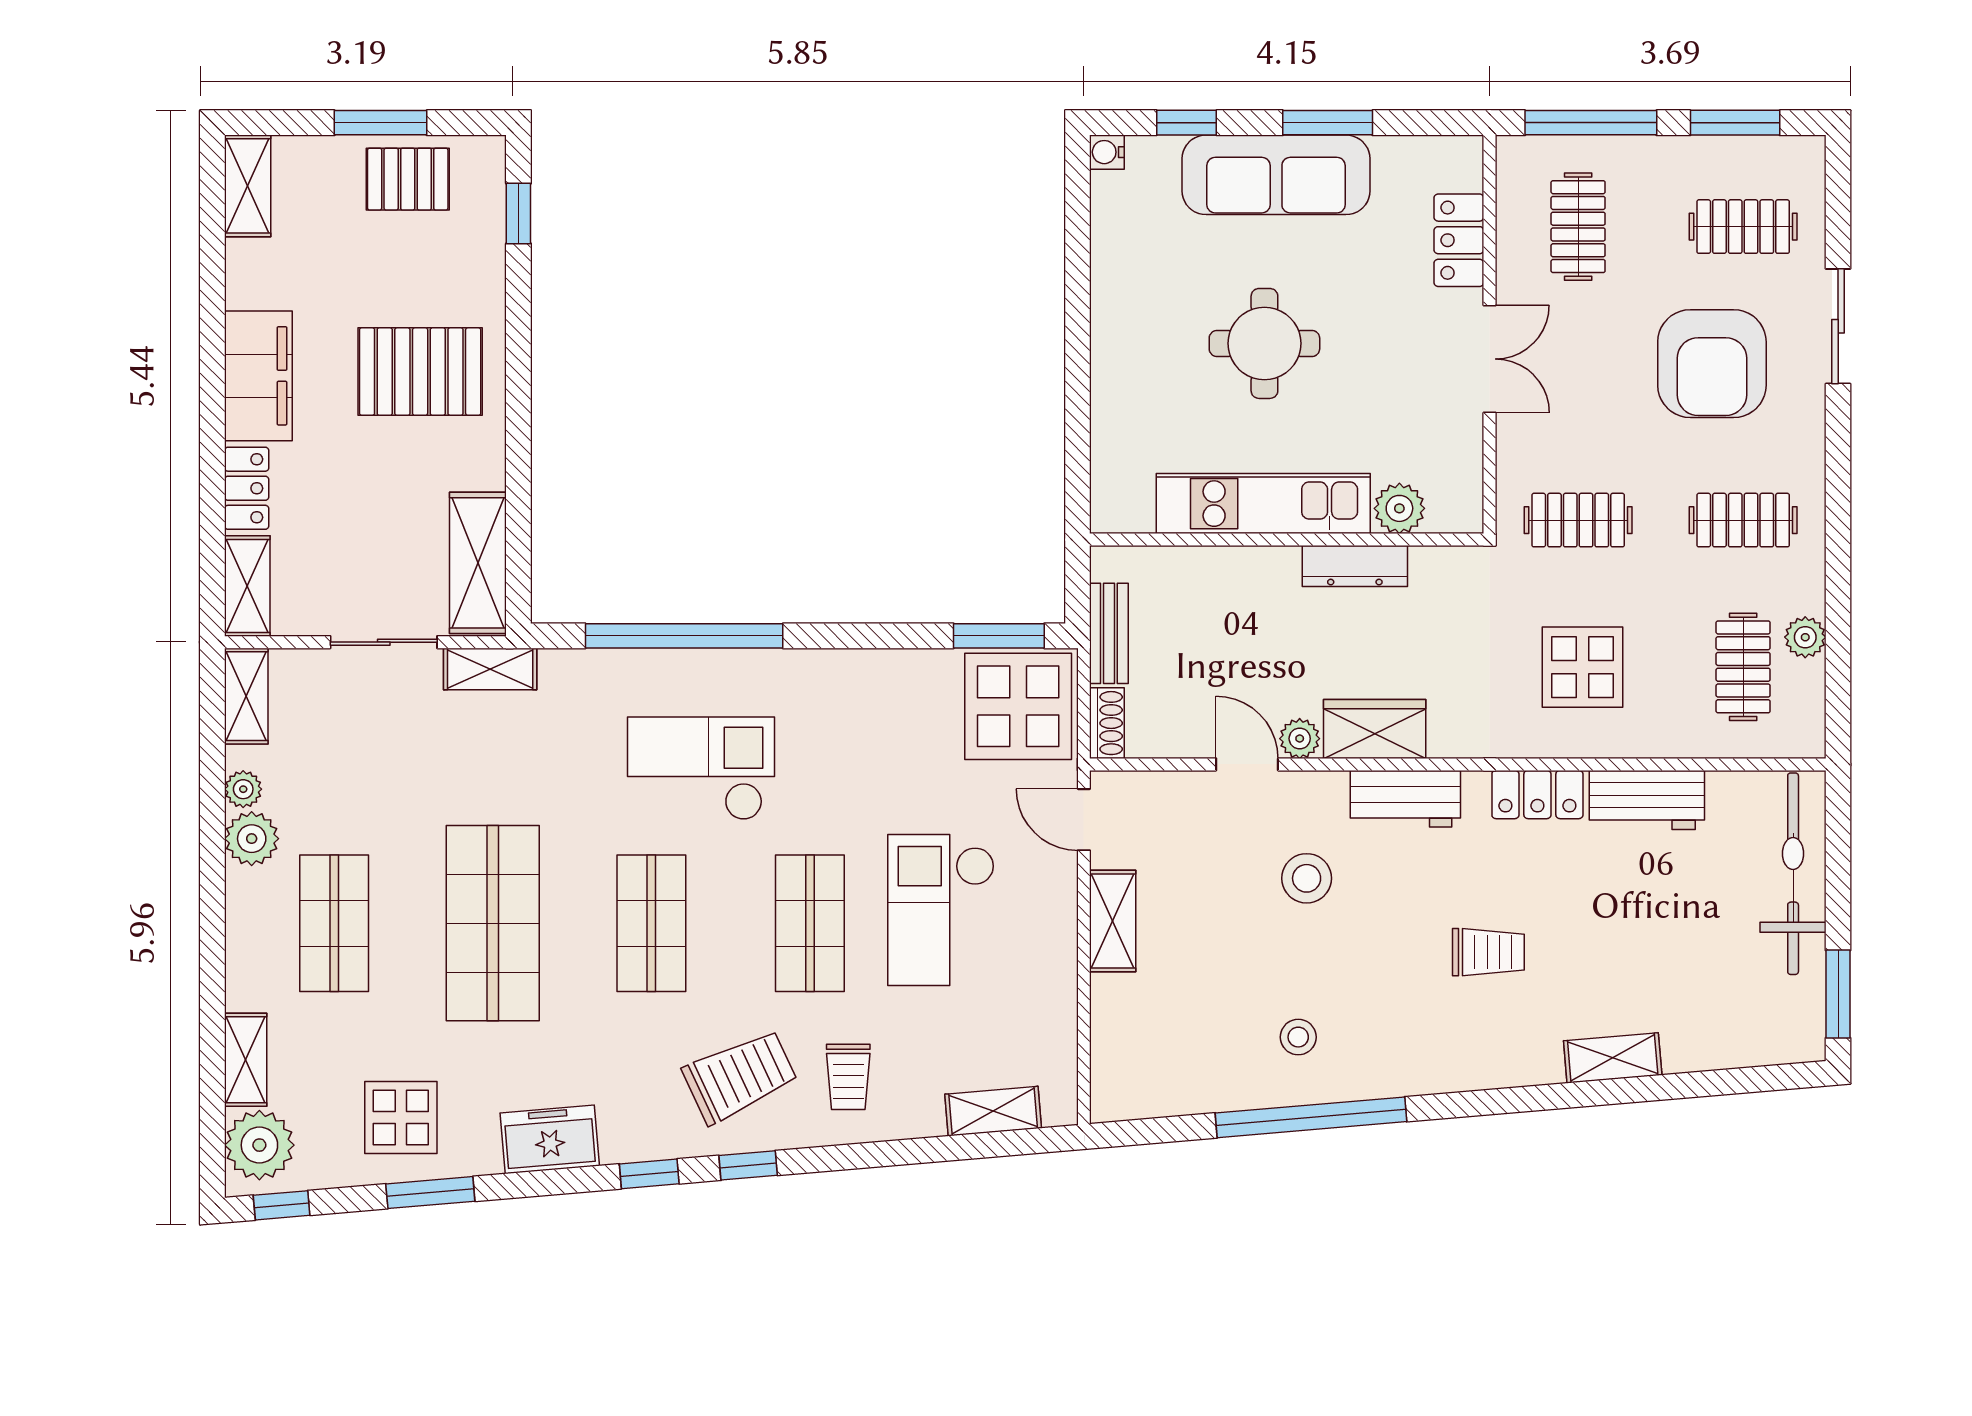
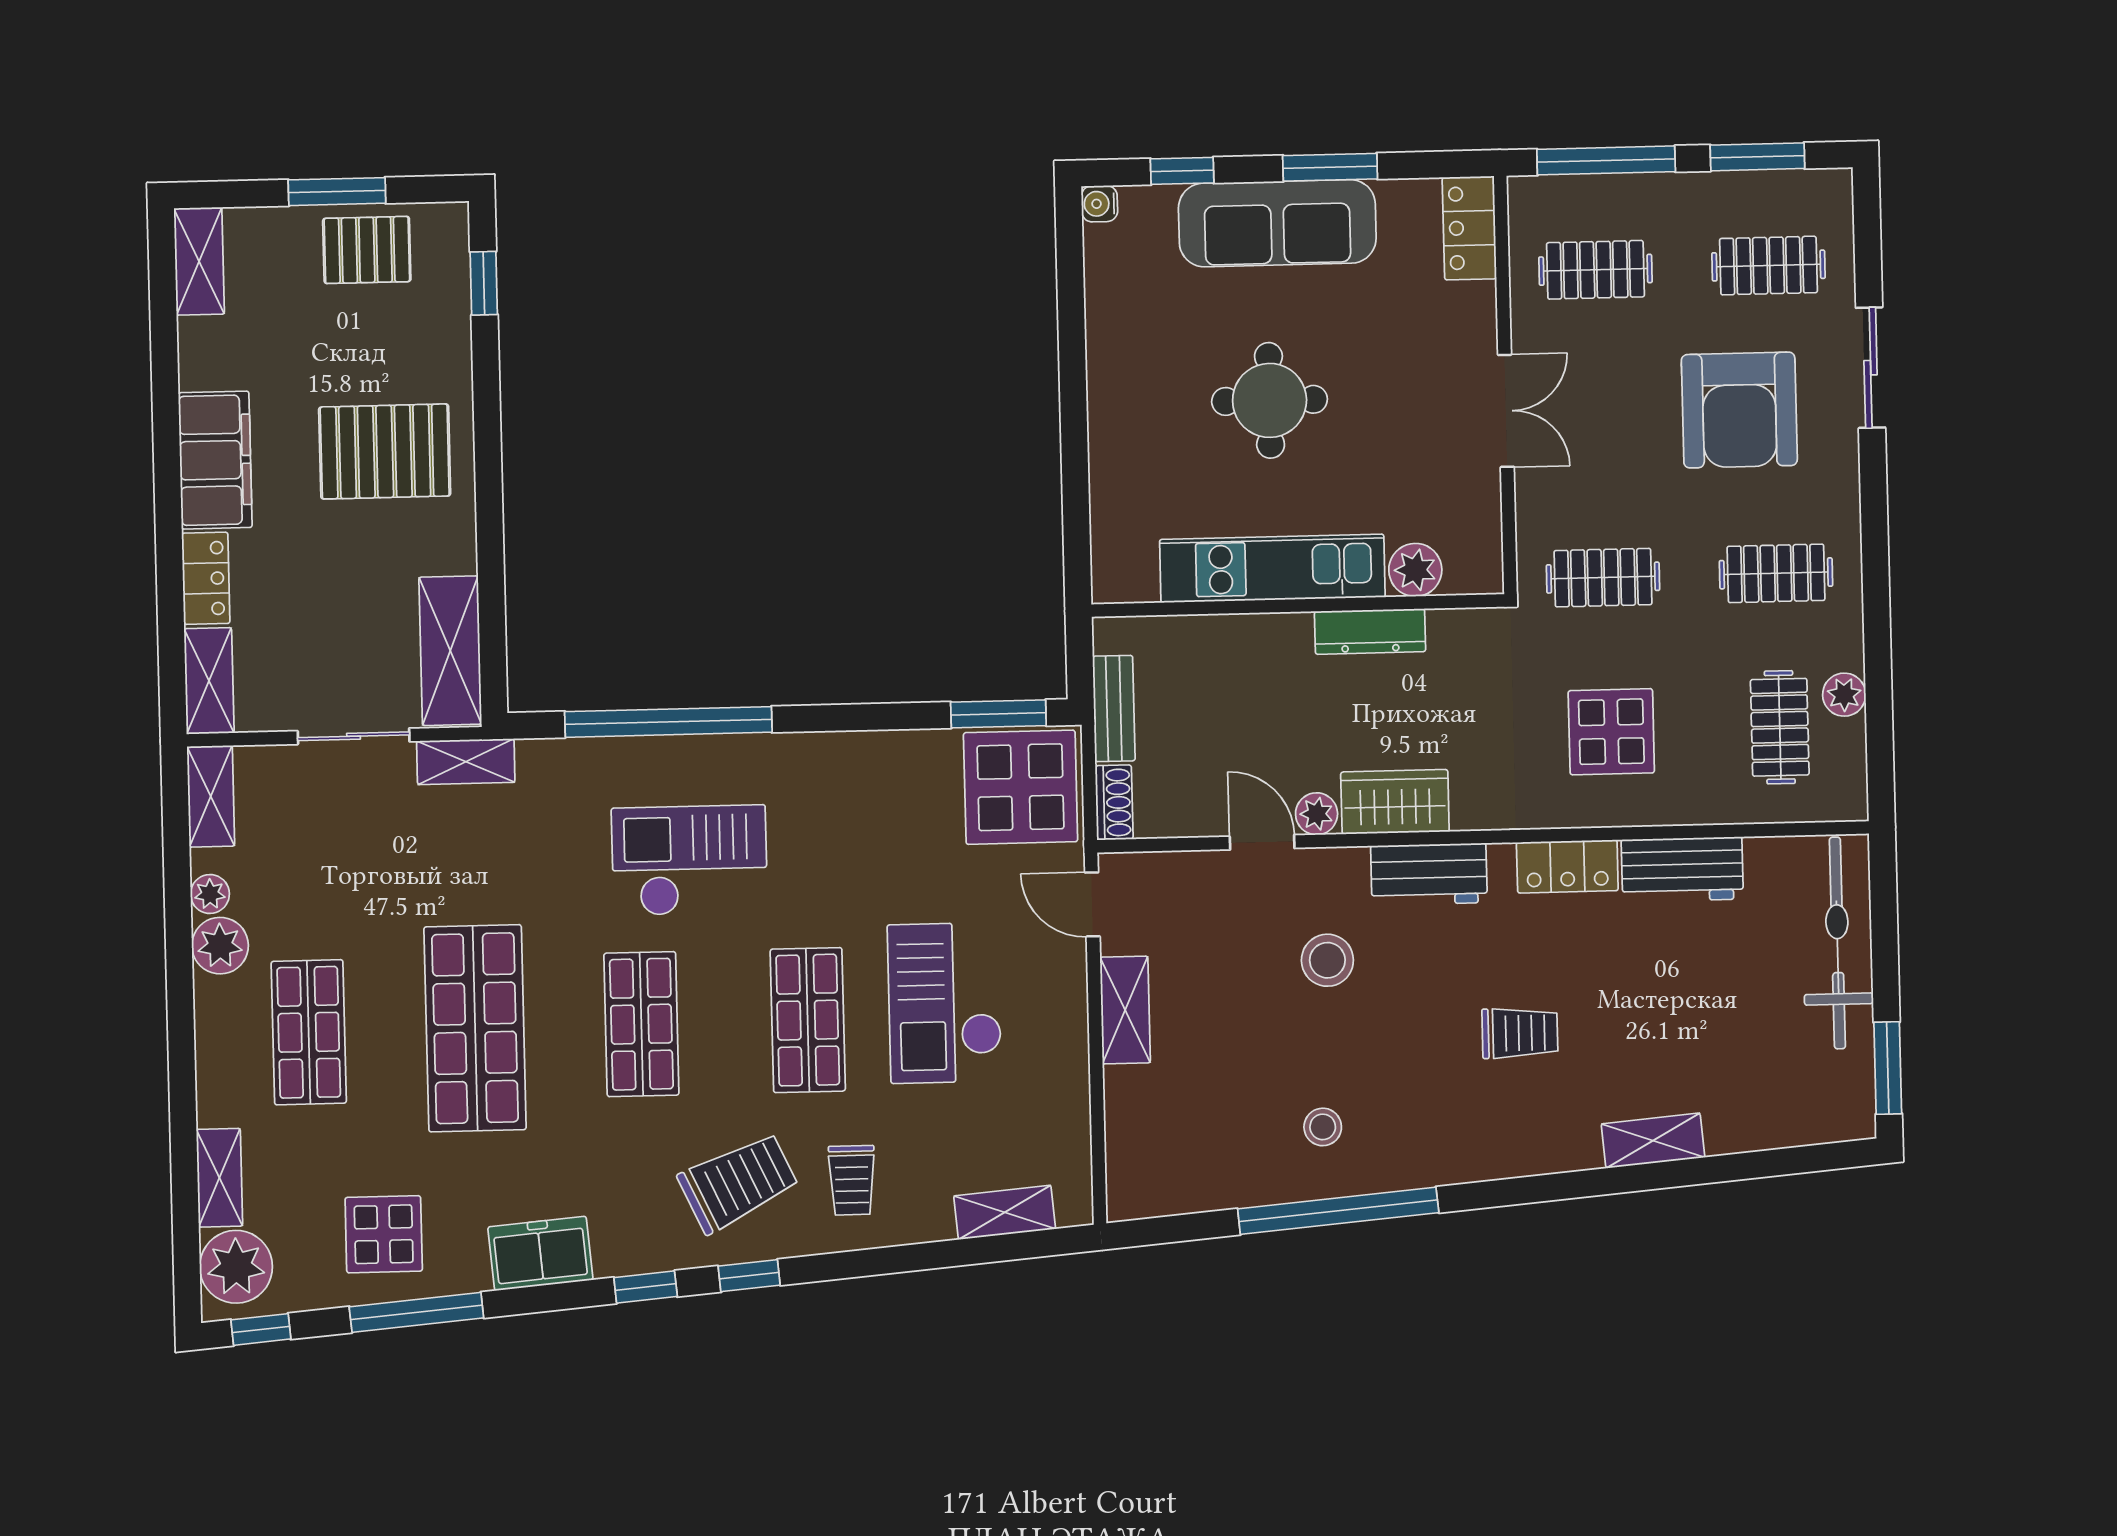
clothes rail: (1578, 227) -> (1595, 270), turned 90
locker: (1459, 240) -> (1469, 228), moved
window: (430, 1193) -> (416, 1312), width x1.44

